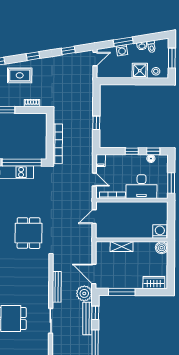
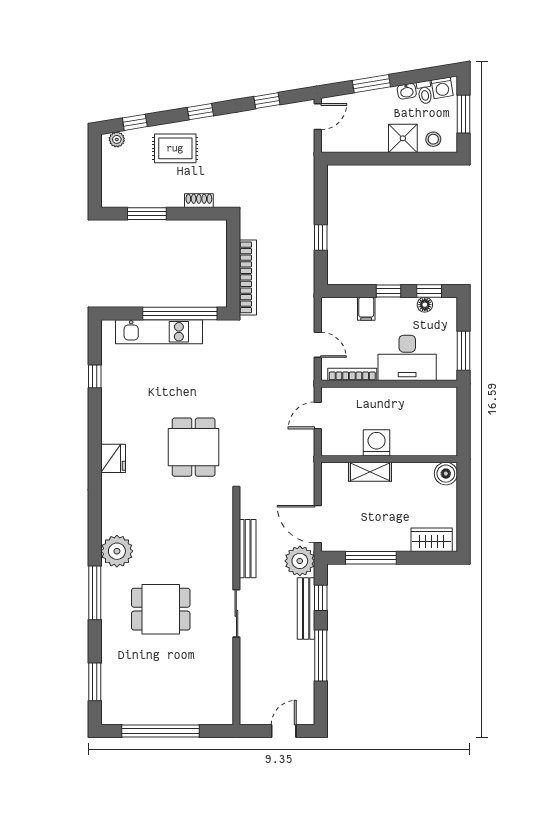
washing machine: (122, 50) -> (442, 88), moved
filing cabinet: (101, 160) -> (366, 309), moved
washing machine: (160, 231) -> (377, 443), moved

